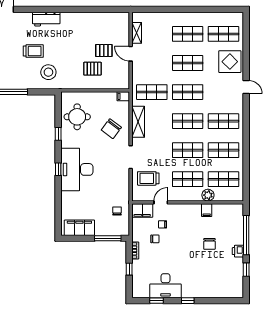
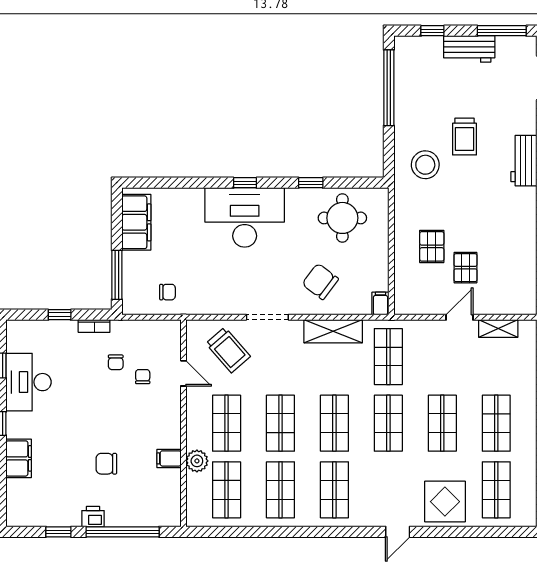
trolley: (148, 178) -> (228, 350), turned 139
filing cabinet: (142, 211) -> (19, 458), moved, turned 180

